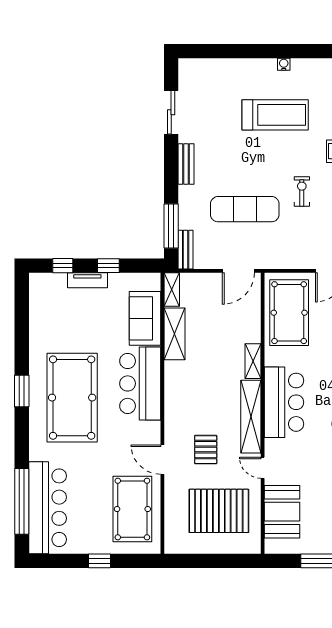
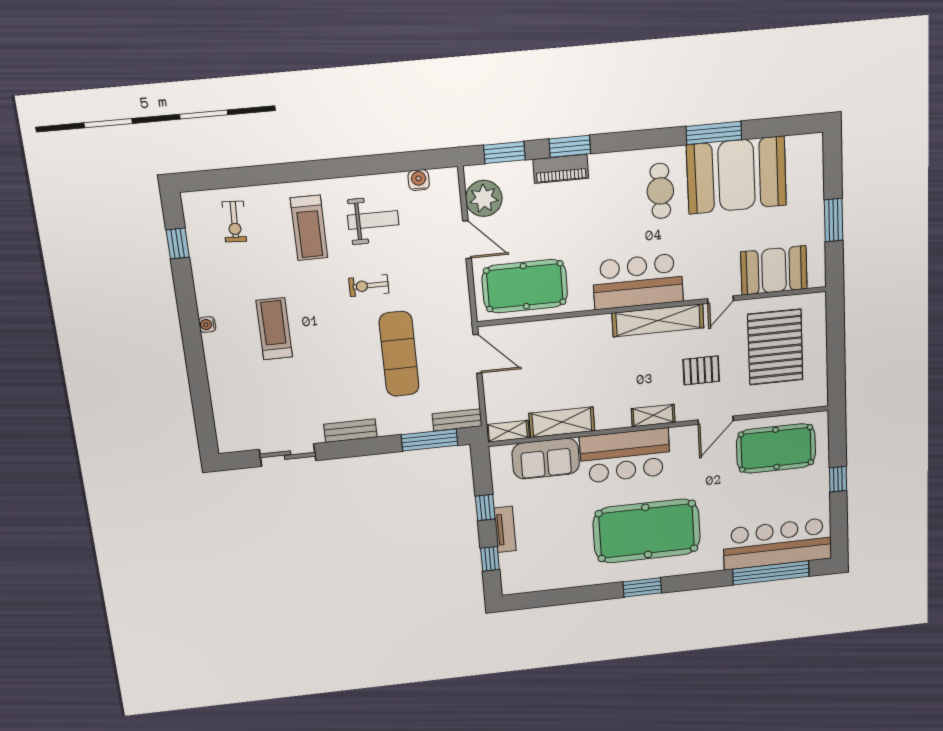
treadmill: (275, 115) -> (274, 329), width x0.73, depth x0.73
shelving: (253, 361) -> (653, 415), moved

